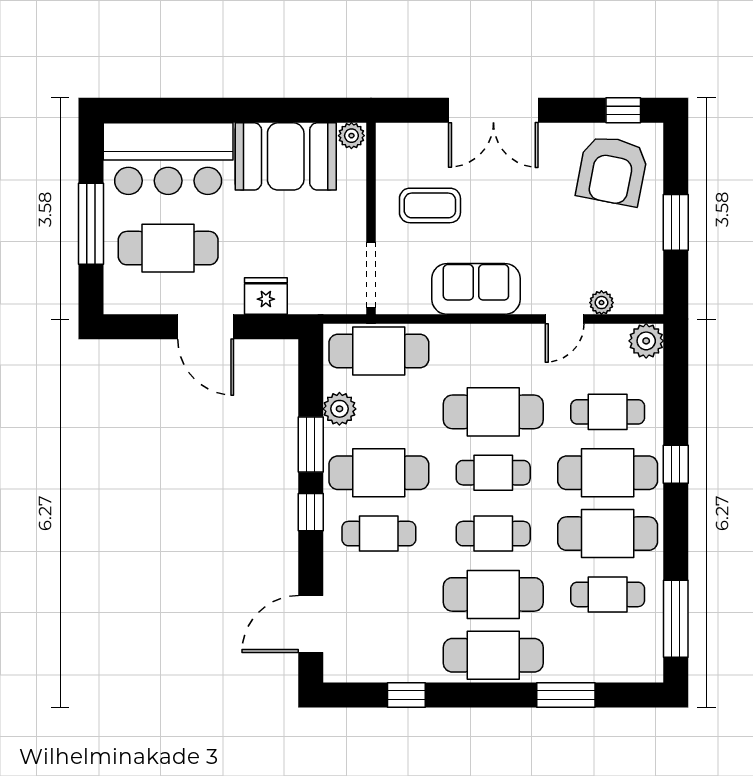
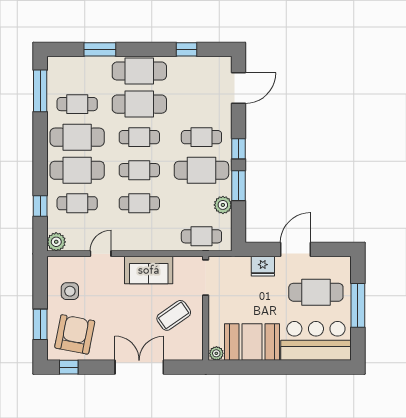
coffee table: (430, 205) -> (174, 315), turned -35
window: (676, 222) -> (40, 324), moved
side table: (621, 250) -> (70, 291), added
plant: (601, 303) -> (81, 263), removed
door: (206, 327) -> (296, 249), hinge flipped
cafe table: (379, 351) -> (201, 236), width x0.73, depth x0.74
cafe table: (493, 412) -> (139, 203), width x0.73, depth x0.74
window: (676, 464) -> (40, 206), moved

